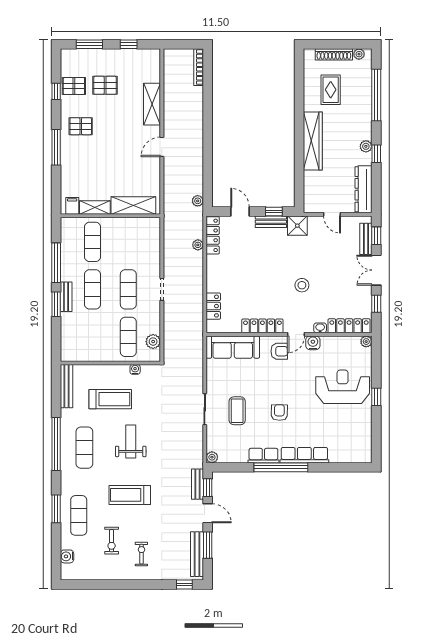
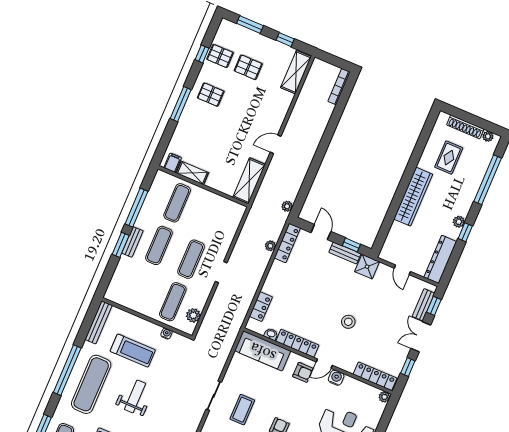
shelving: (152, 104) -> (296, 72), moved
shelving: (133, 205) -> (249, 181), moved, turned 90
washbasin: (320, 328) -> (271, 334), moved
exercise mat: (84, 448) -> (91, 384), width x1.36, depth x1.45

